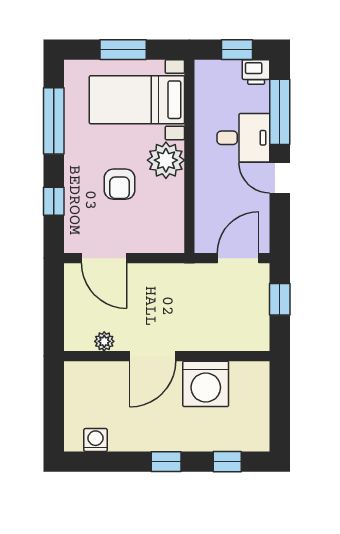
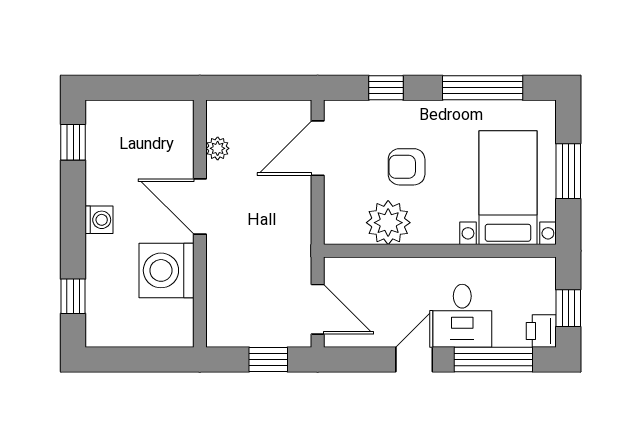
plant: (166, 160) -> (388, 223), moved
washing machine: (96, 440) -> (99, 220), moved
window: (166, 462) -> (73, 142), moved

